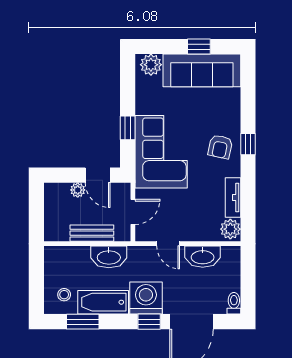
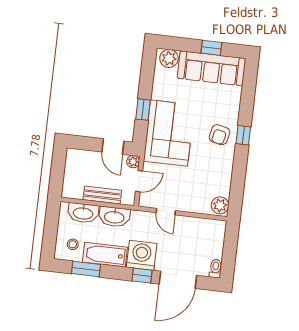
plant: (78, 190) -> (133, 162), moved
tv unit: (233, 198) -> (225, 179), removed
washbasin: (203, 257) -> (83, 213), moved

